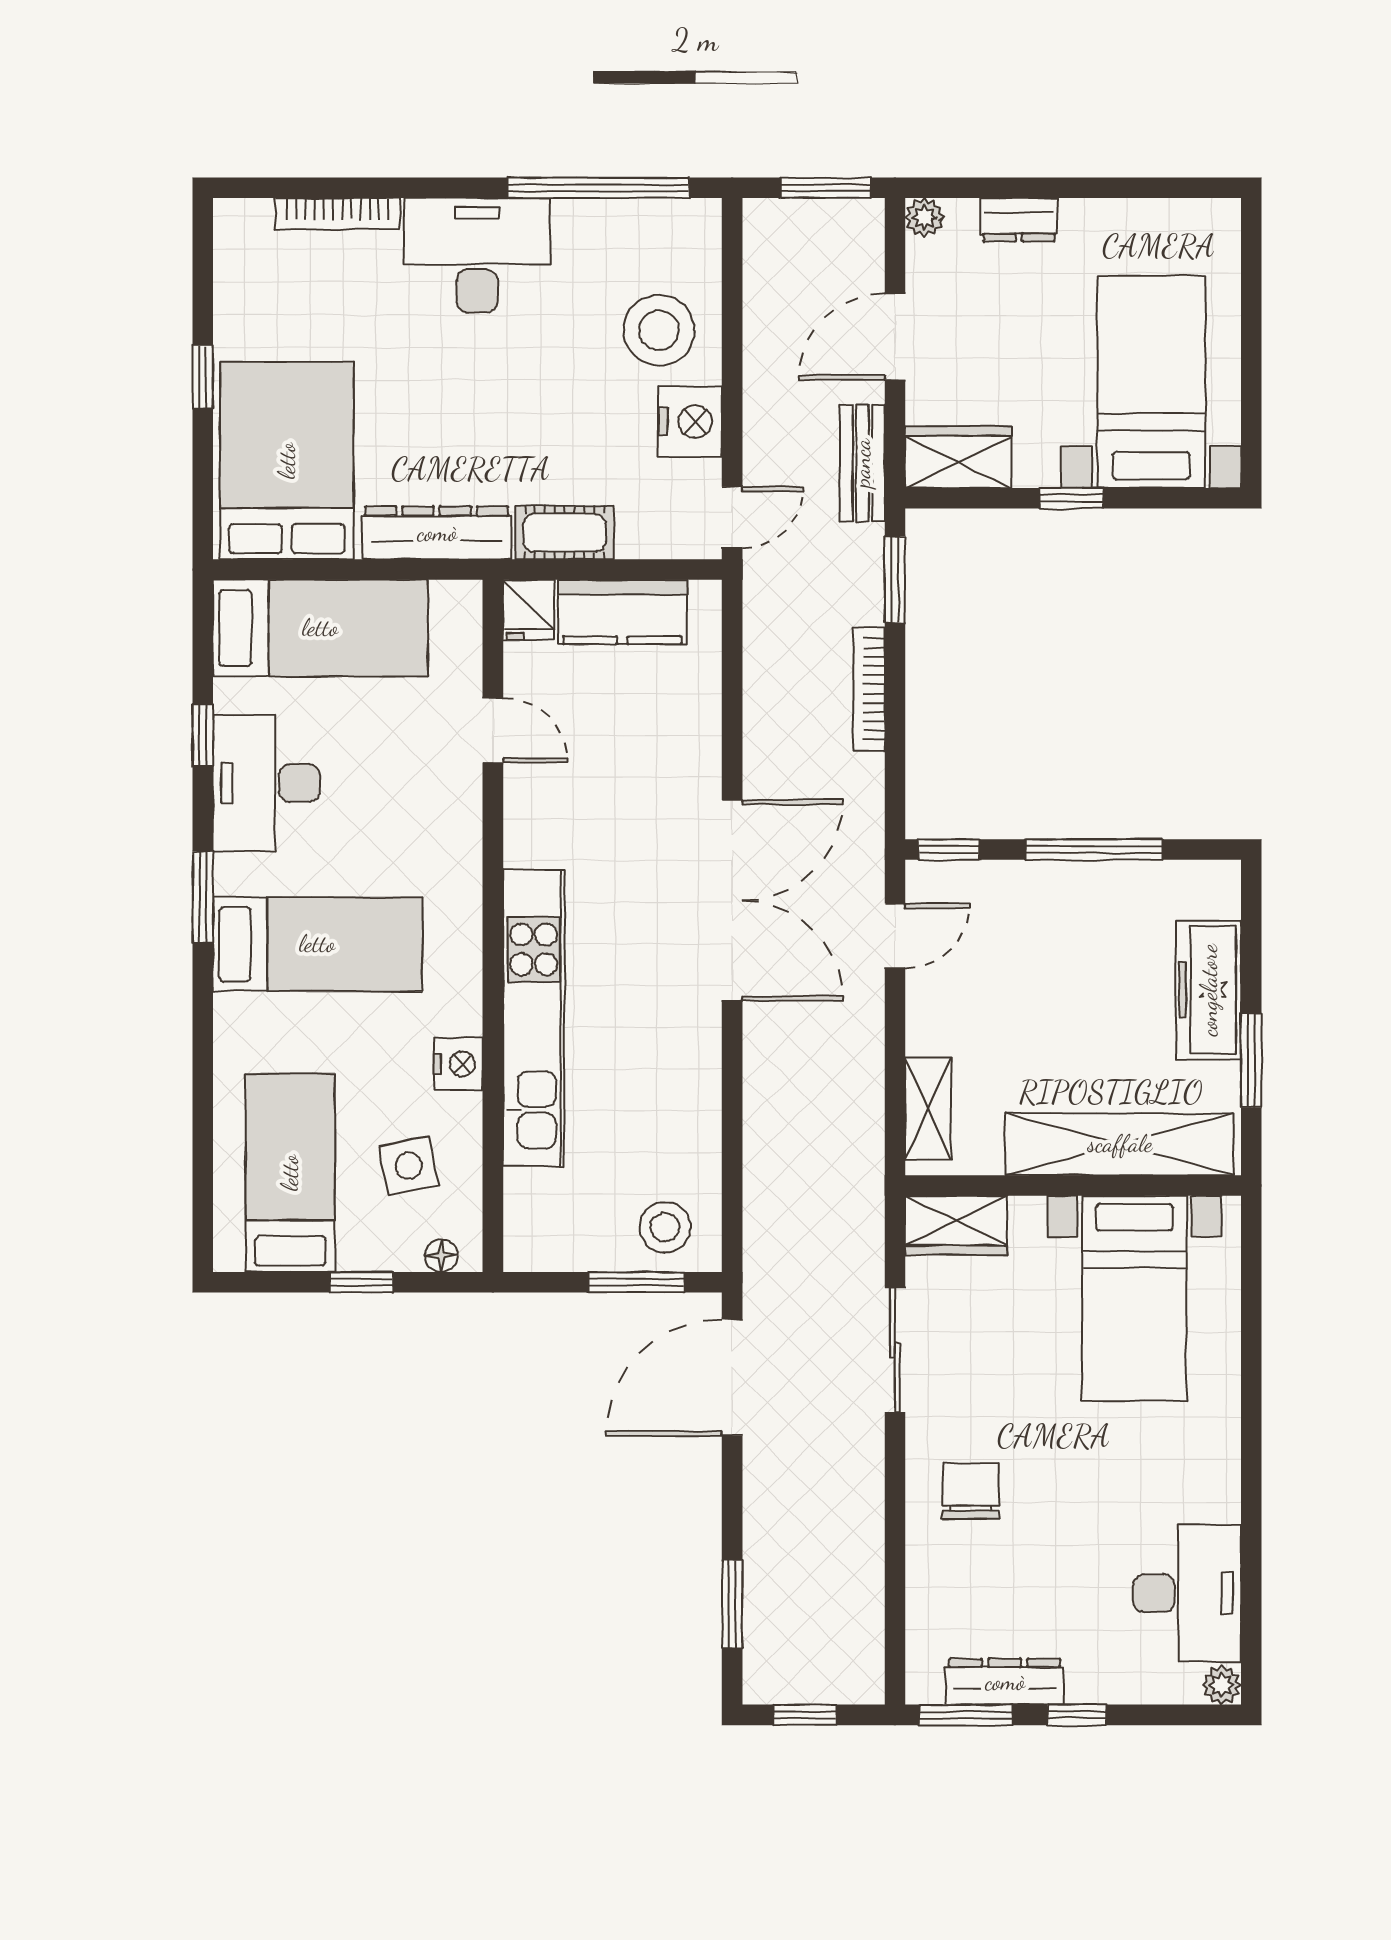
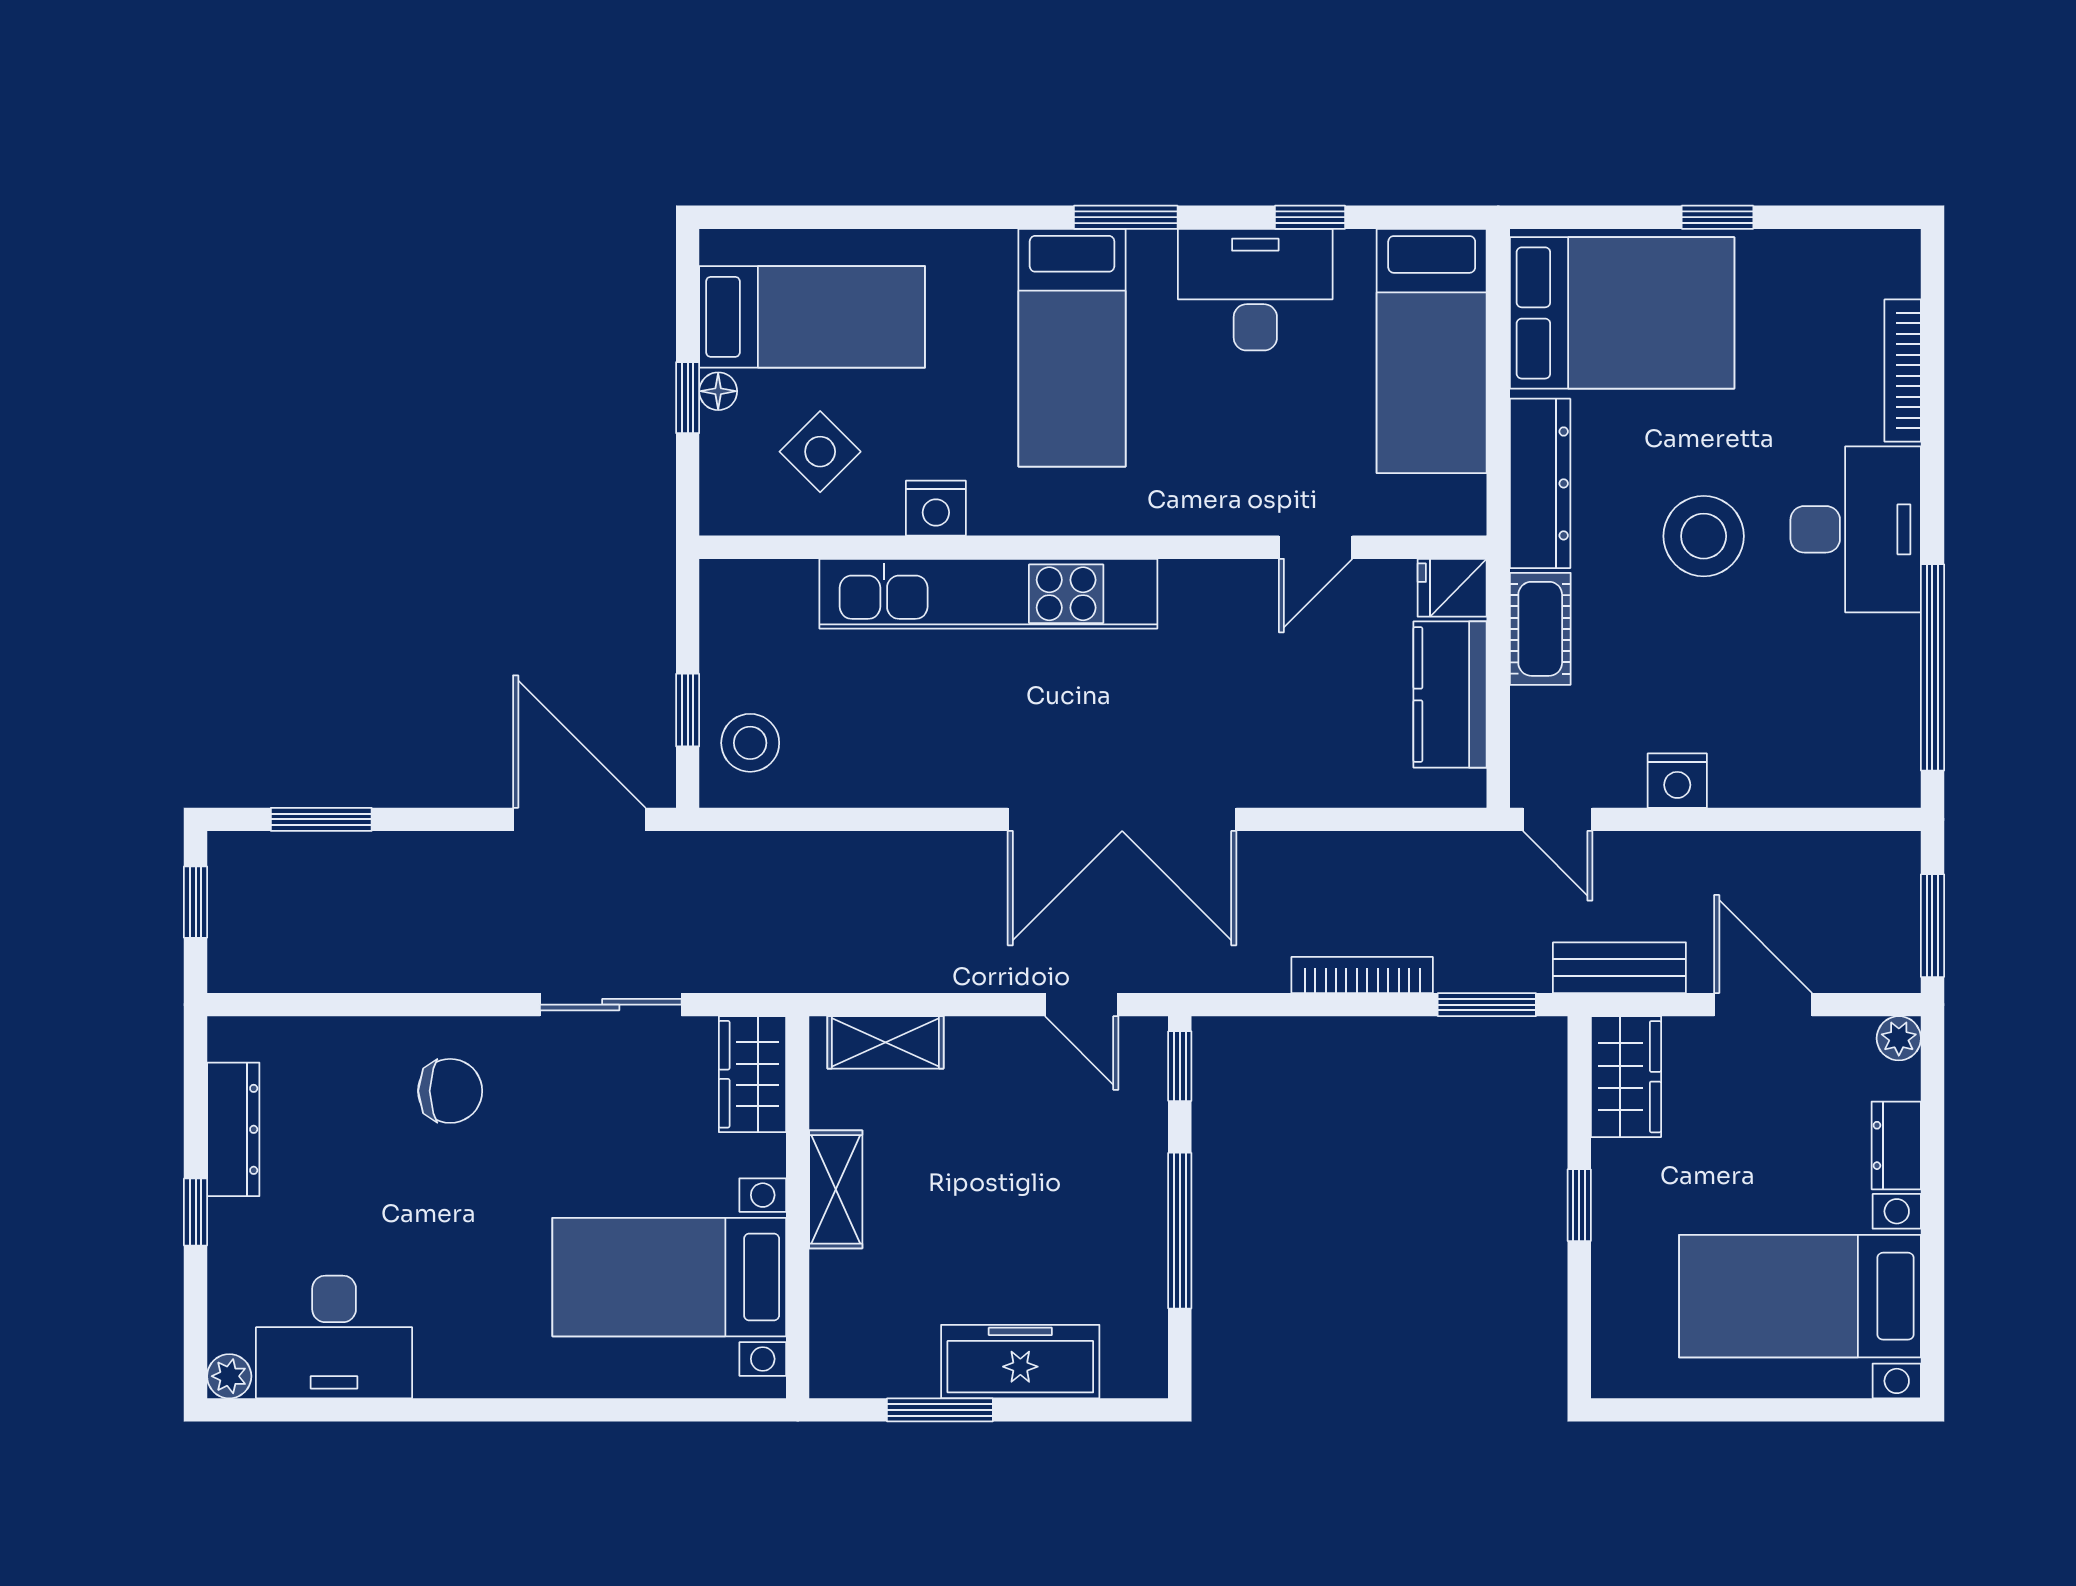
stool: (659, 330) -> (1704, 536), moved
bed with nightstands: (1151, 382) -> (1800, 1296), moved, turned 180
nightstand: (690, 422) -> (1677, 781), width x0.74, depth x0.75
shelving: (1120, 1144) -> (836, 1189), width x0.45, depth x0.75
side table: (409, 1166) -> (820, 452), turned -33
floor lamp: (441, 1255) -> (718, 391), moved
window: (636, 1282) -> (688, 710), width x0.67
window: (966, 1715) -> (196, 1086), removed

